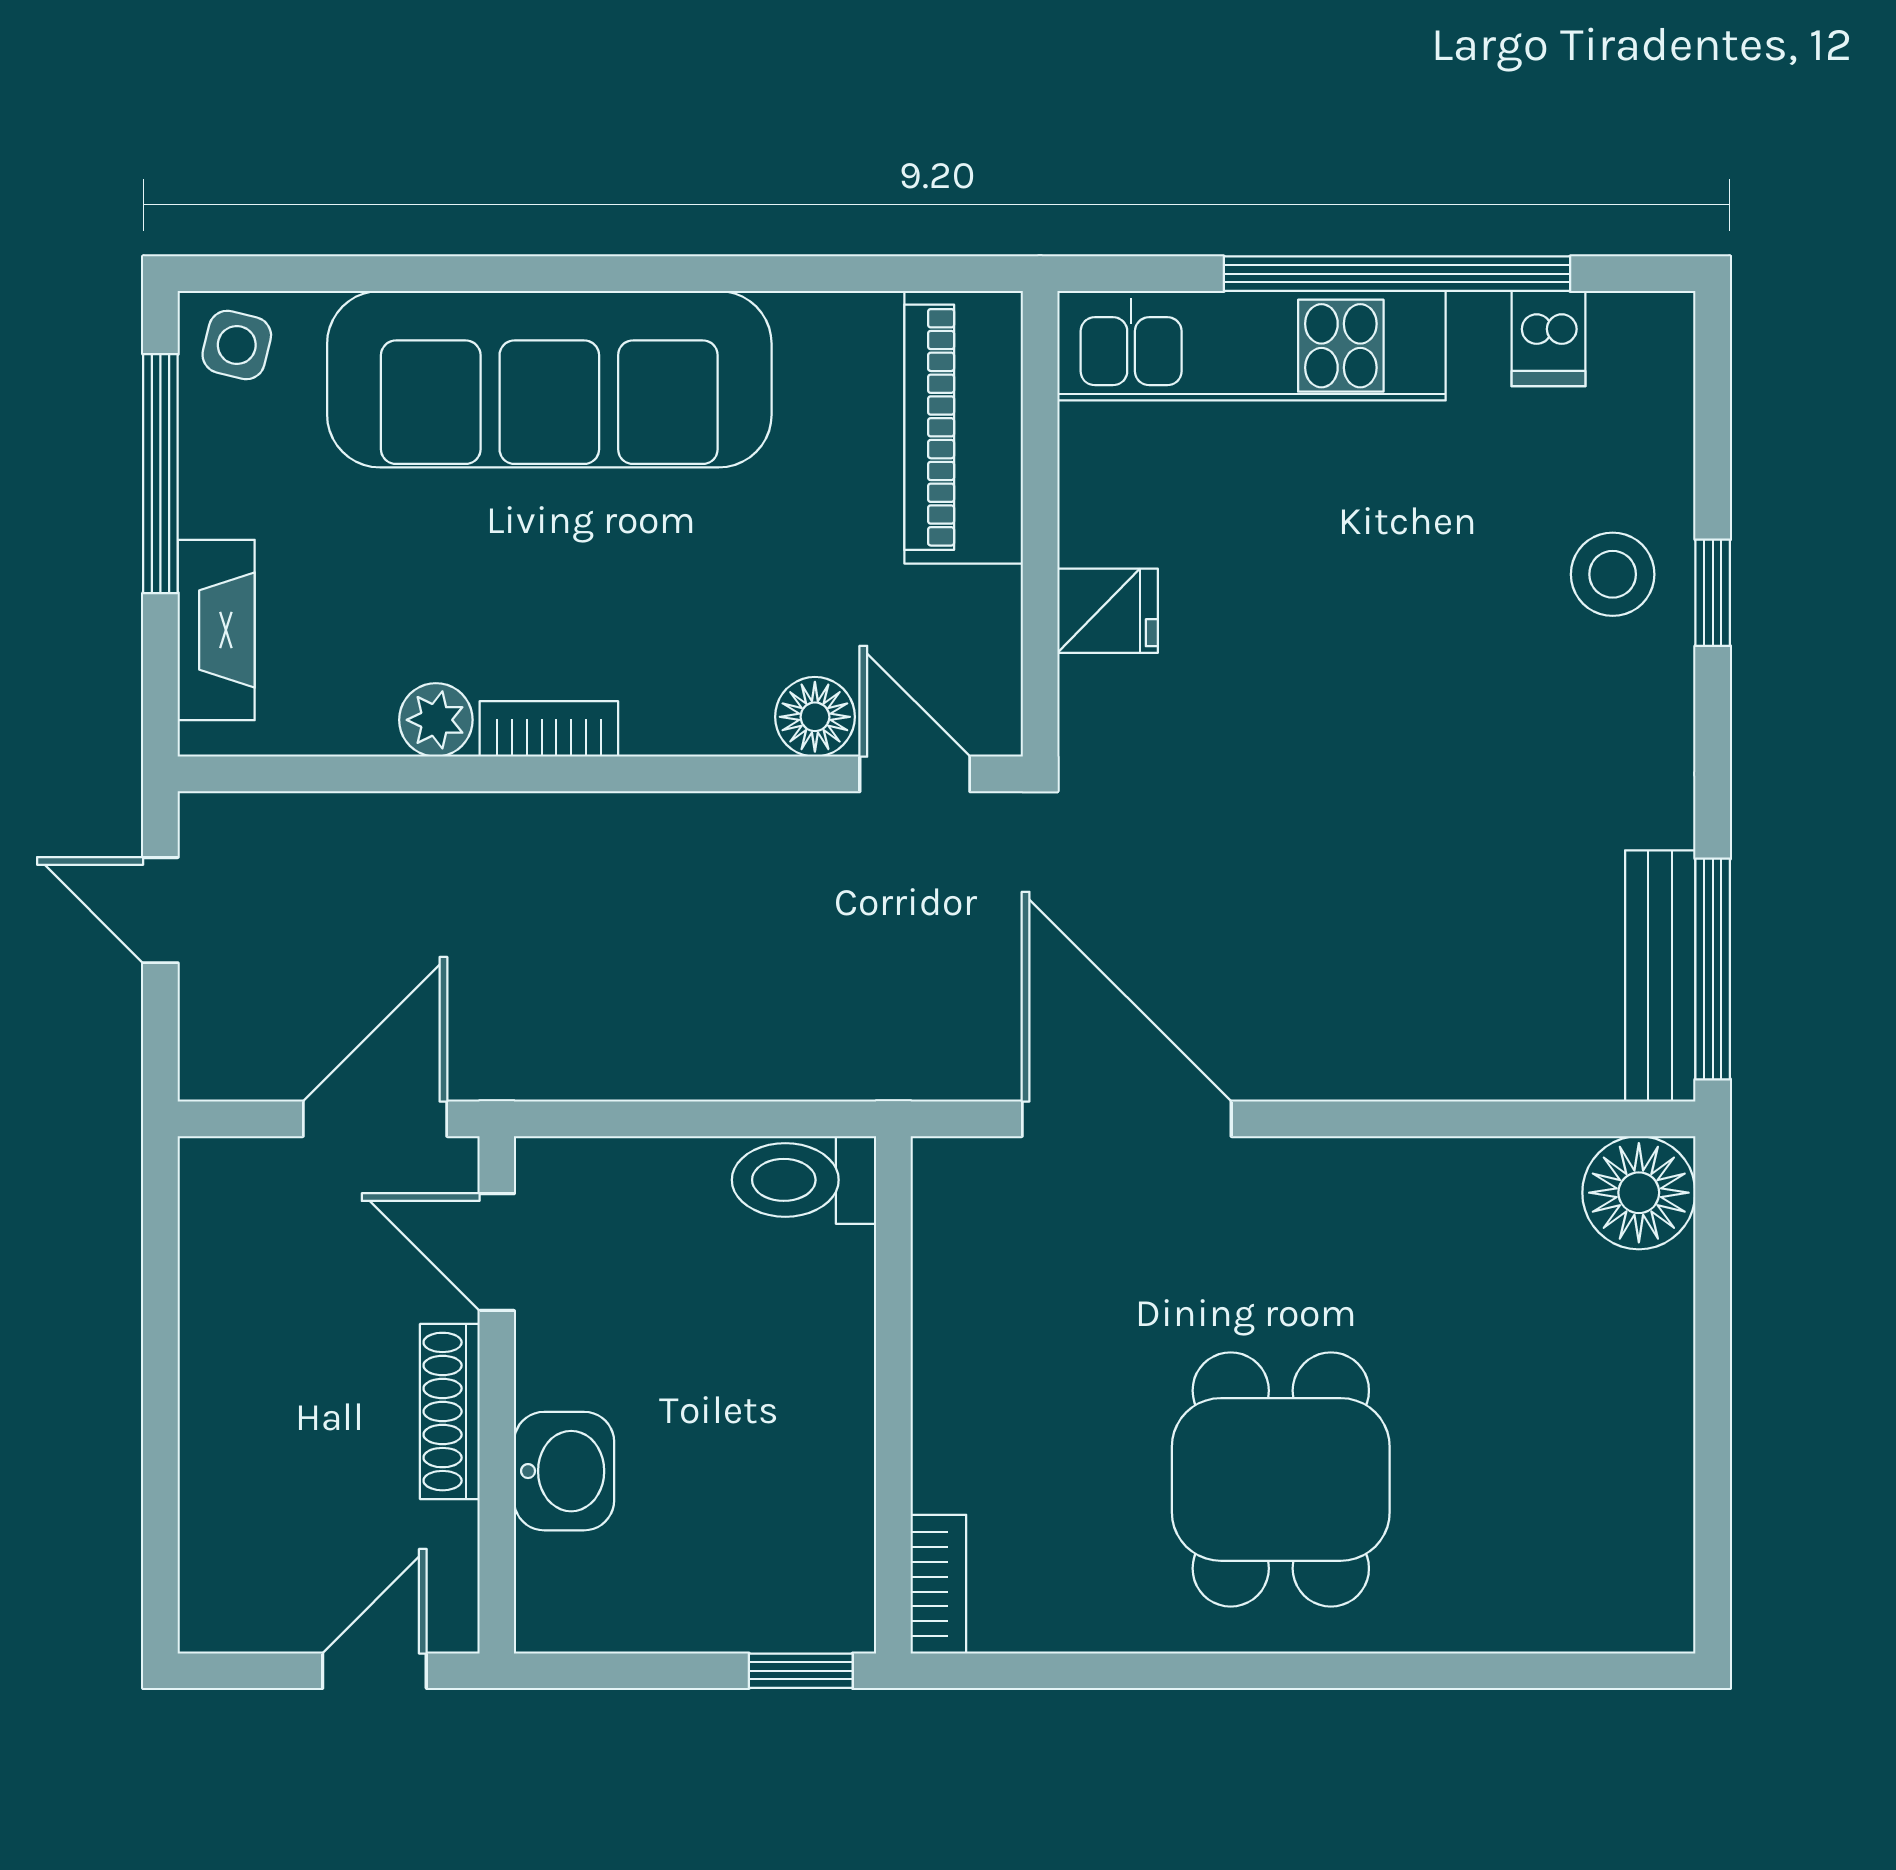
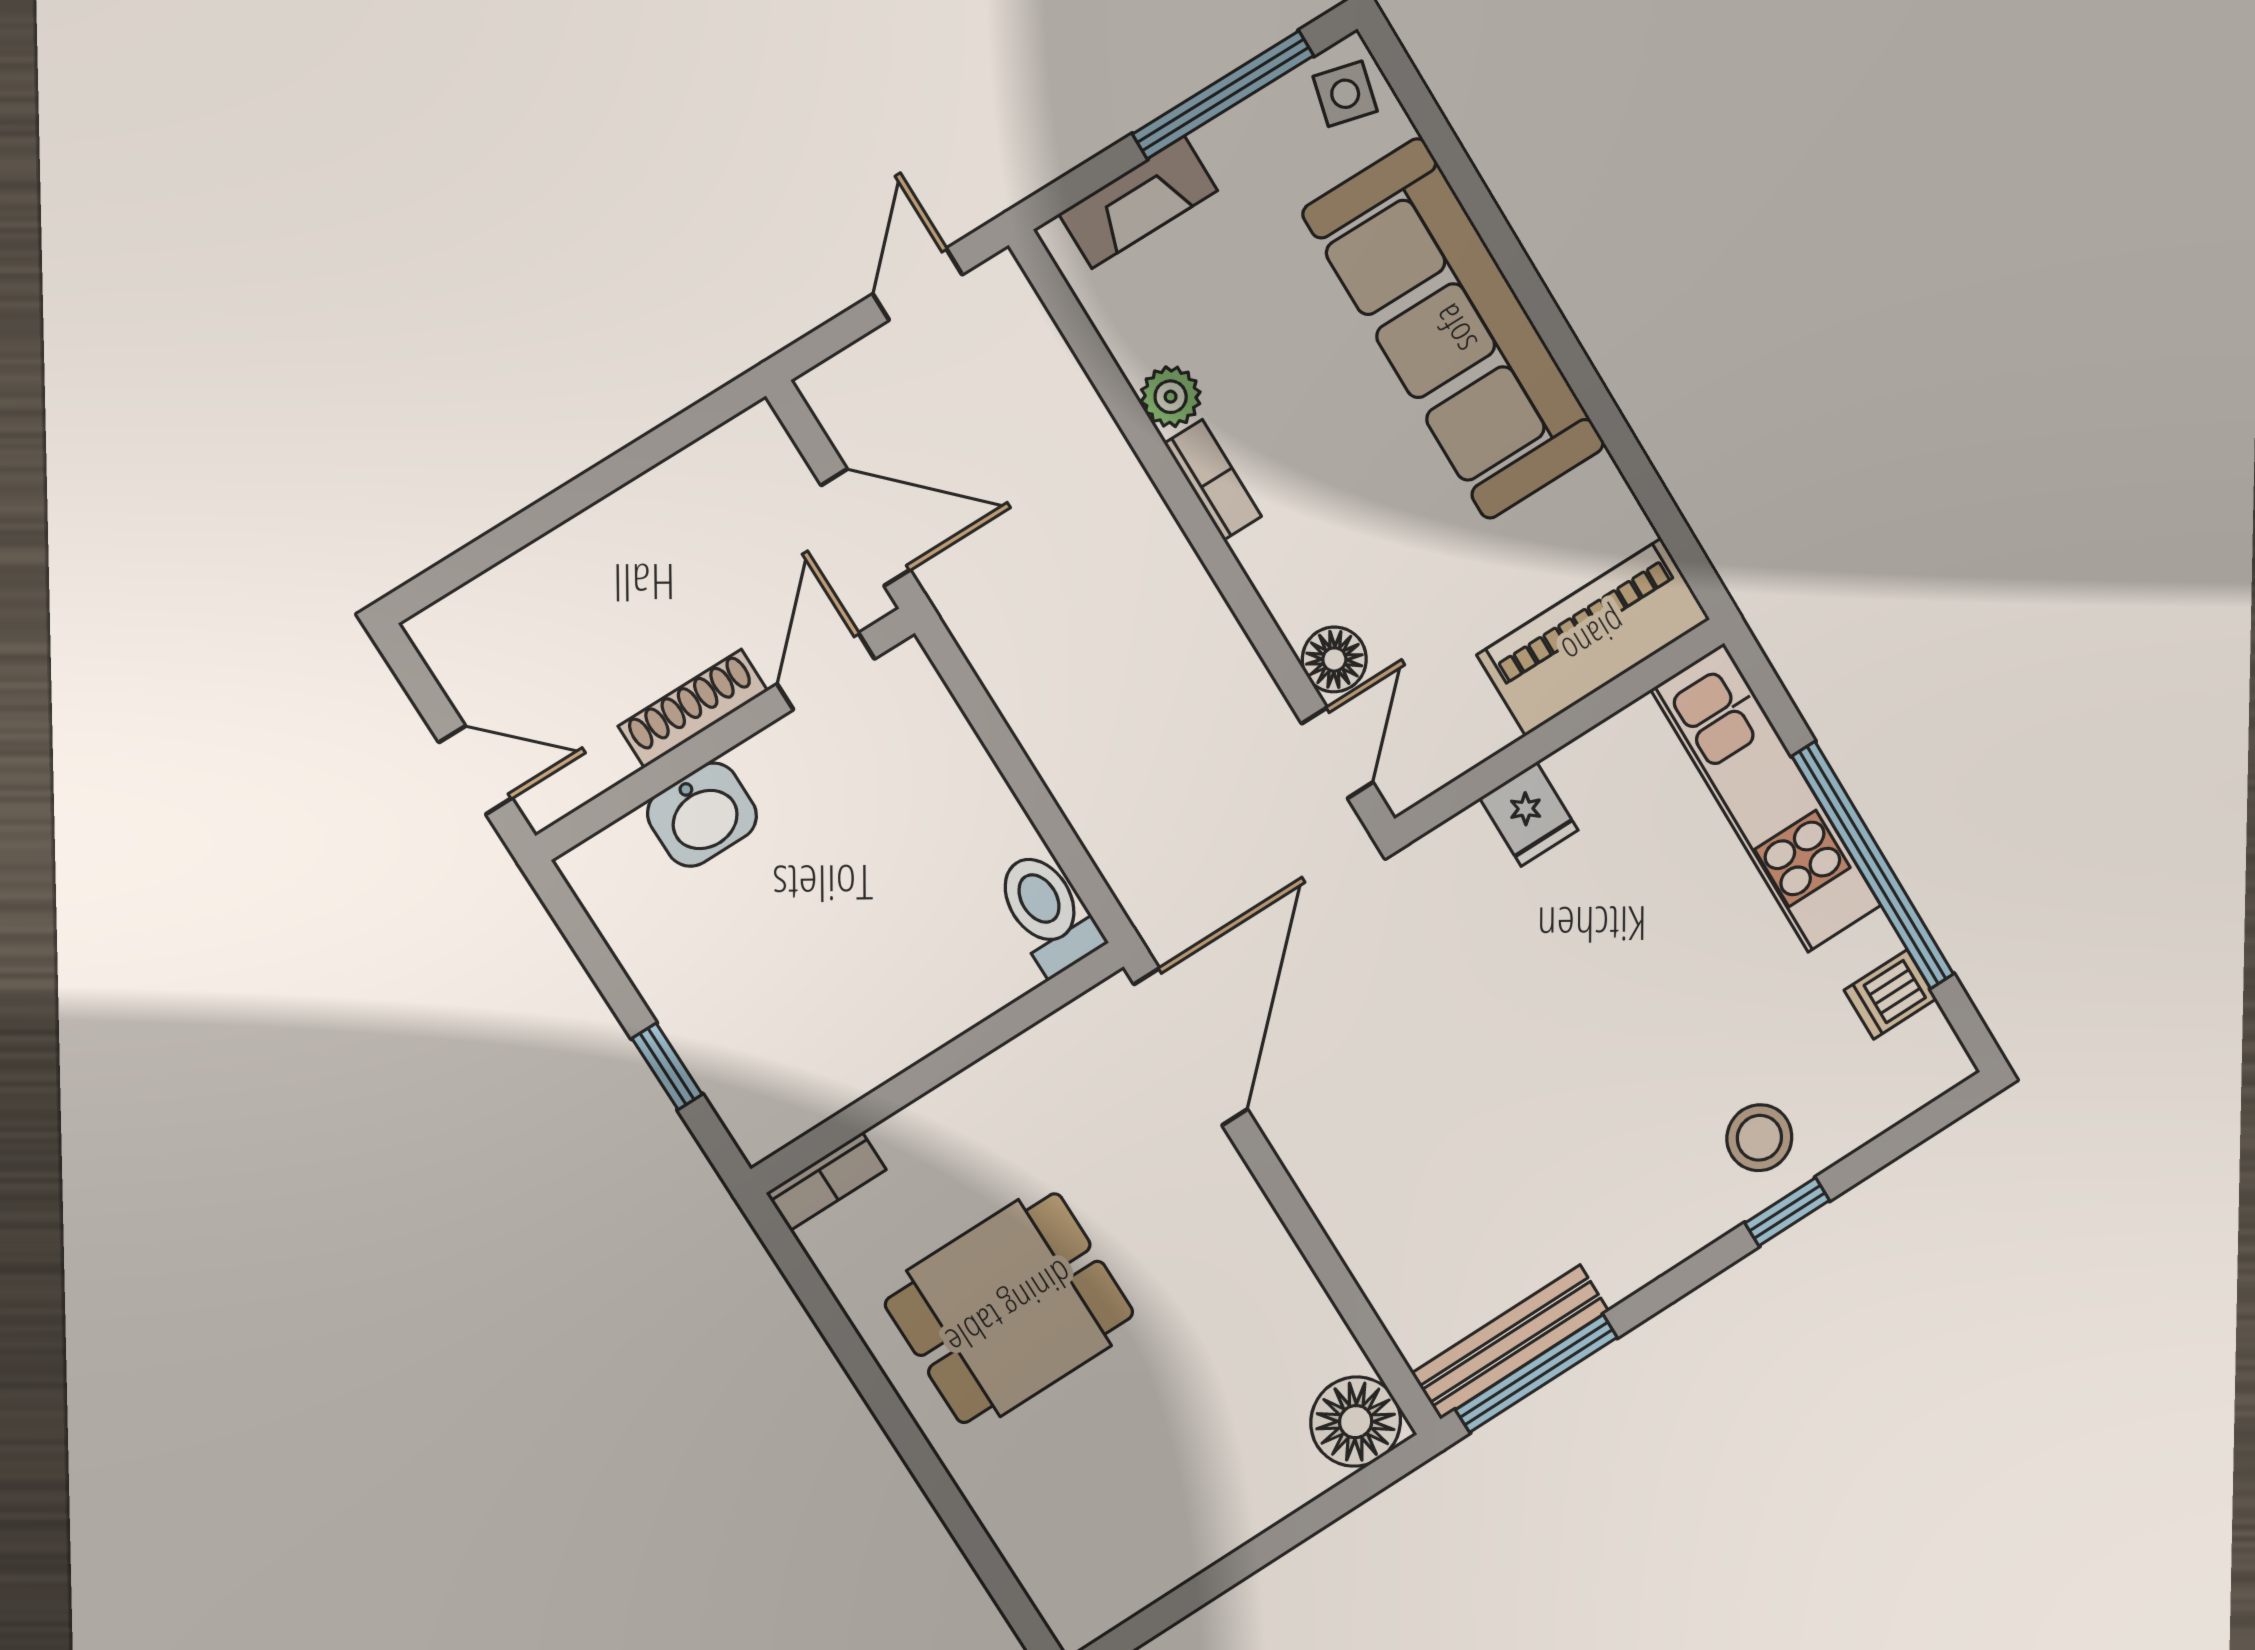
toilet: (804, 1180) -> (1048, 912), moved
wall: (893, 1395) -> (938, 1068), moved
bookcase: (938, 1584) -> (826, 1181), moved

